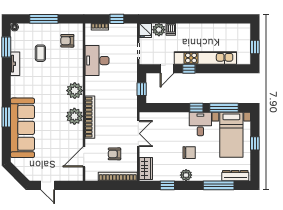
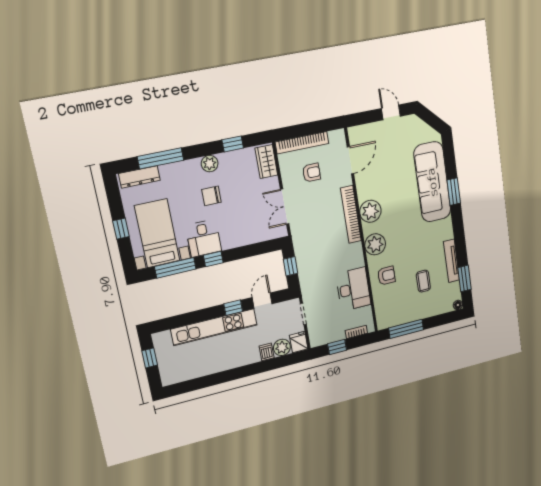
window: (44, 19) -> (406, 329), moved
armchair: (67, 41) -> (386, 276), moved
tv unit: (15, 64) -> (451, 261), width x1.41

